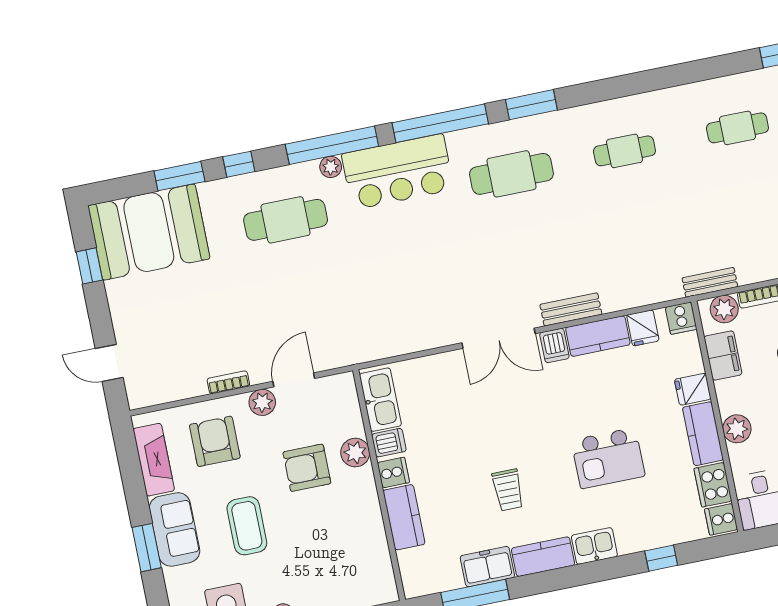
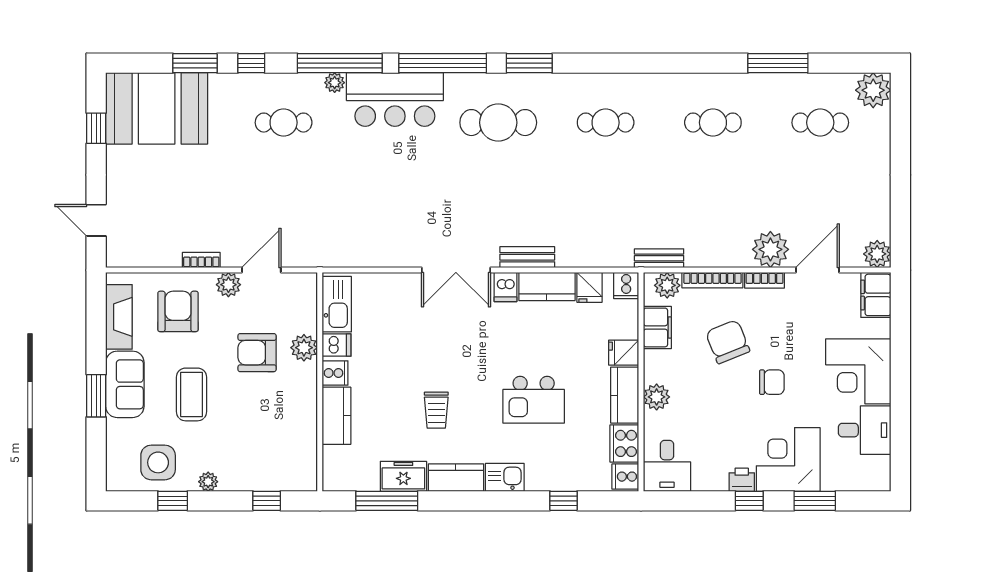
cafe table: (286, 220) -> (284, 123), width x0.73, depth x0.74

